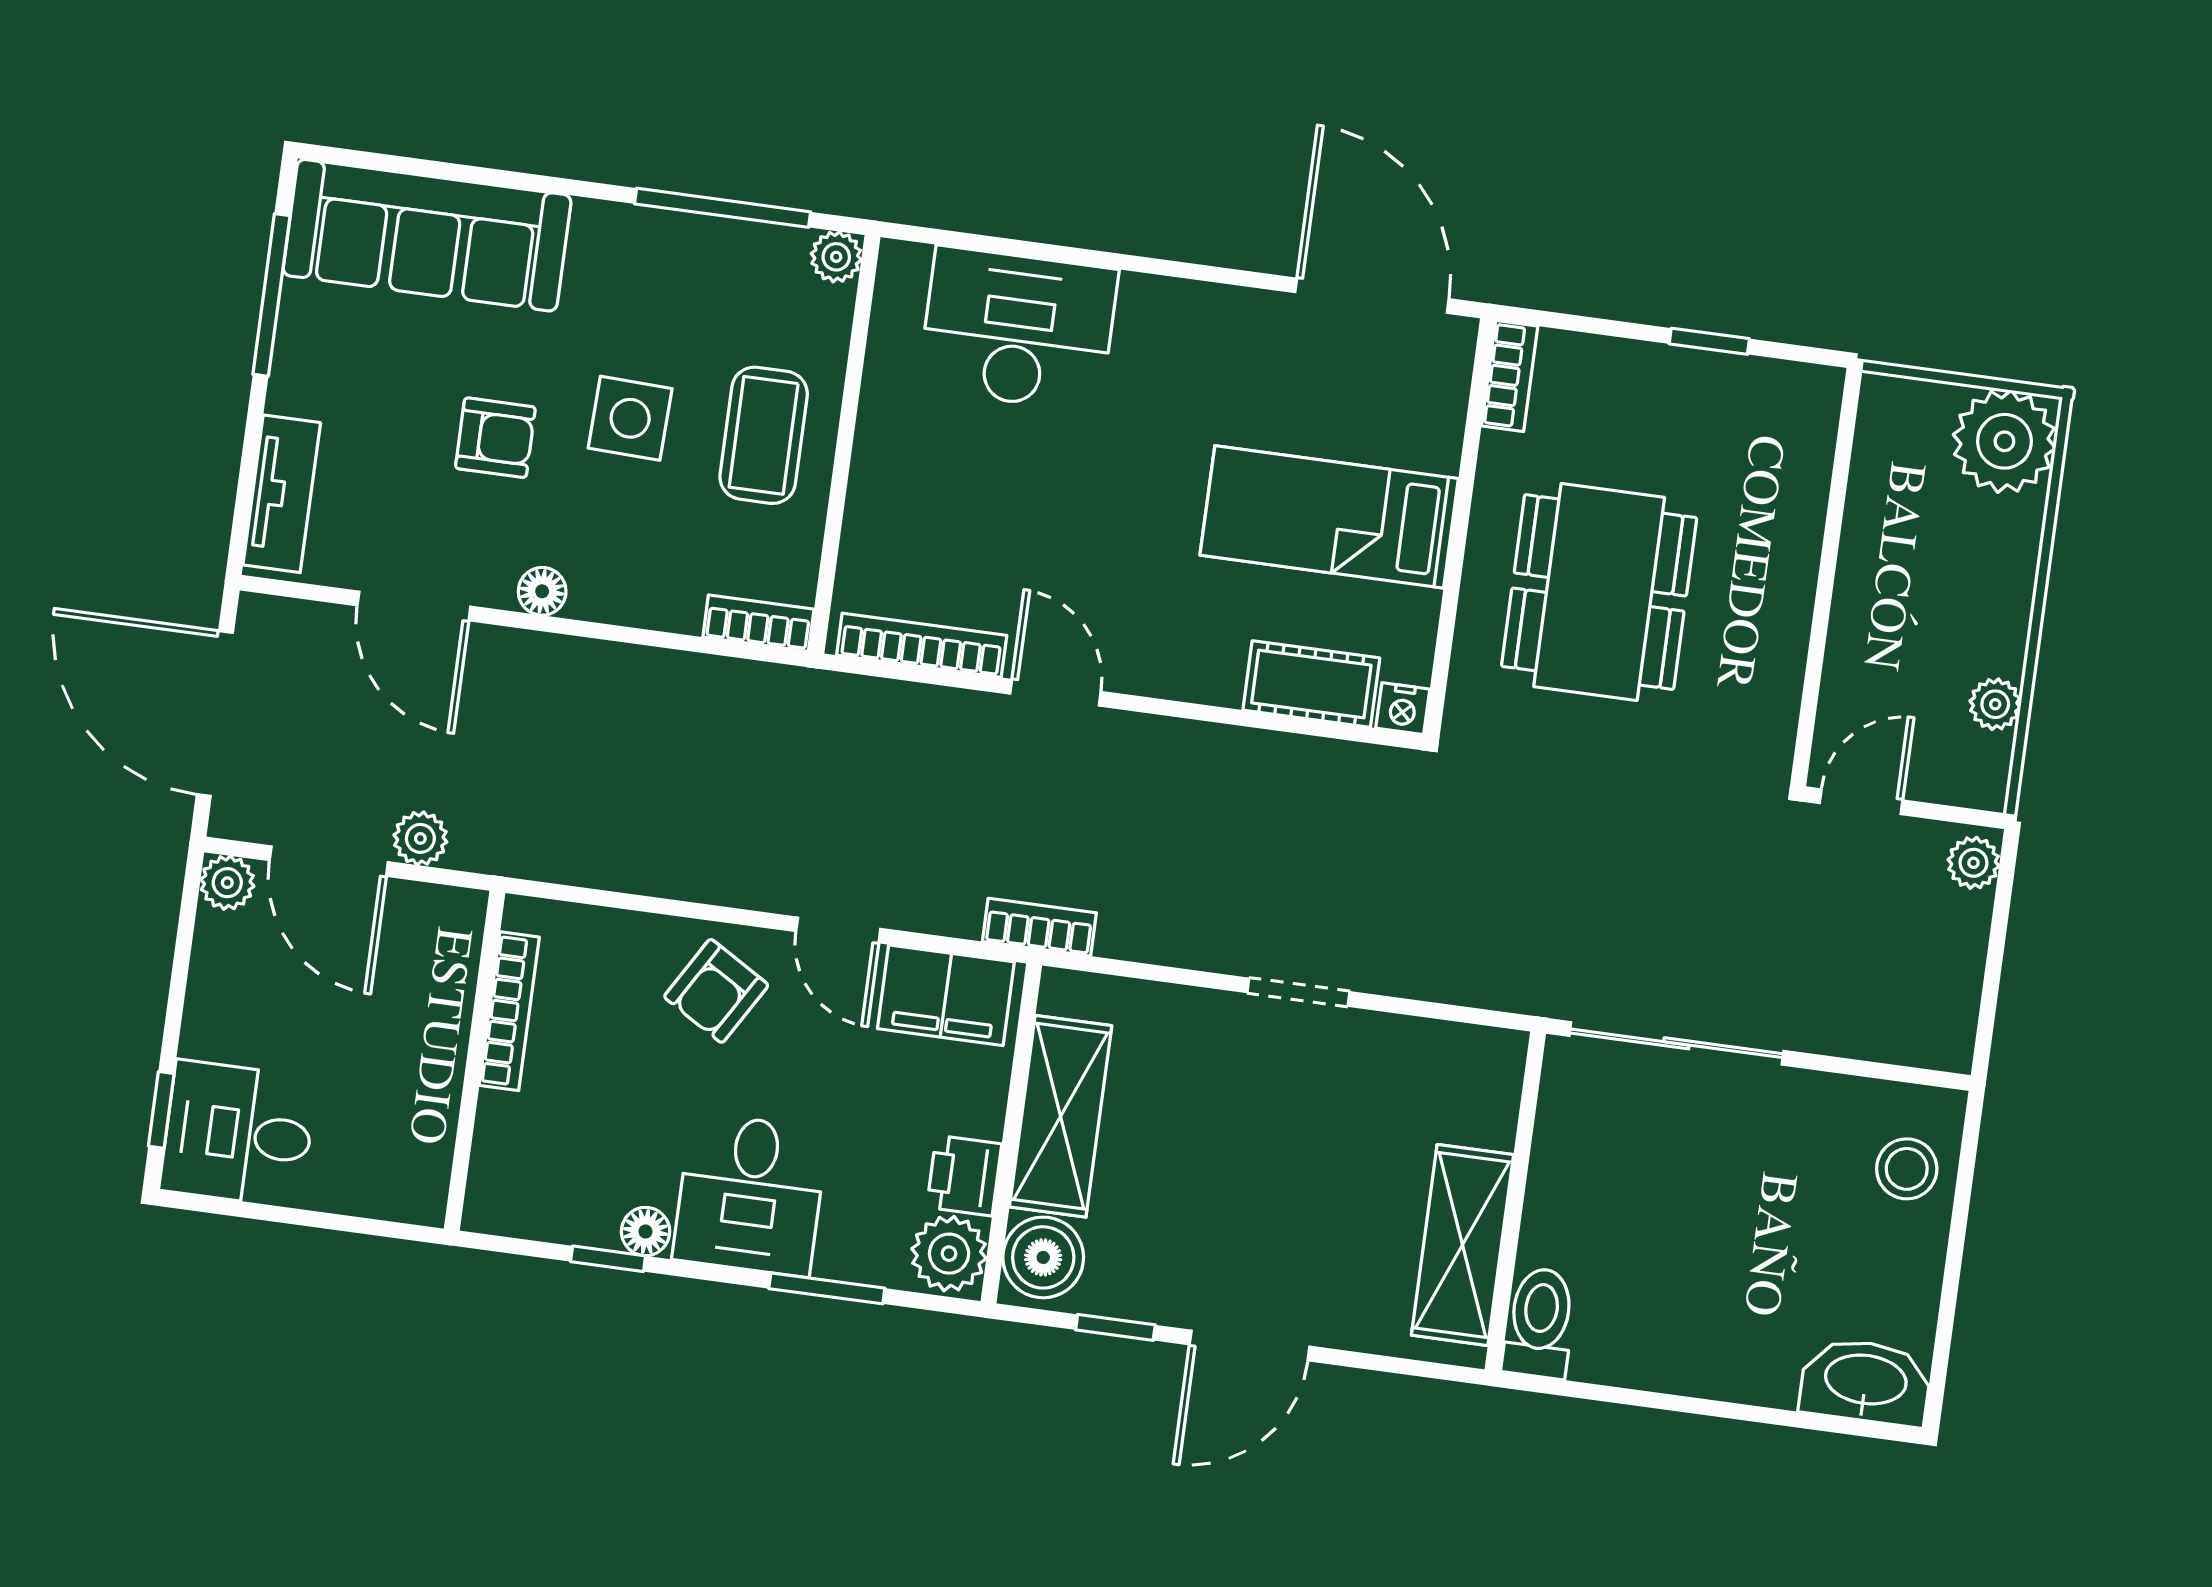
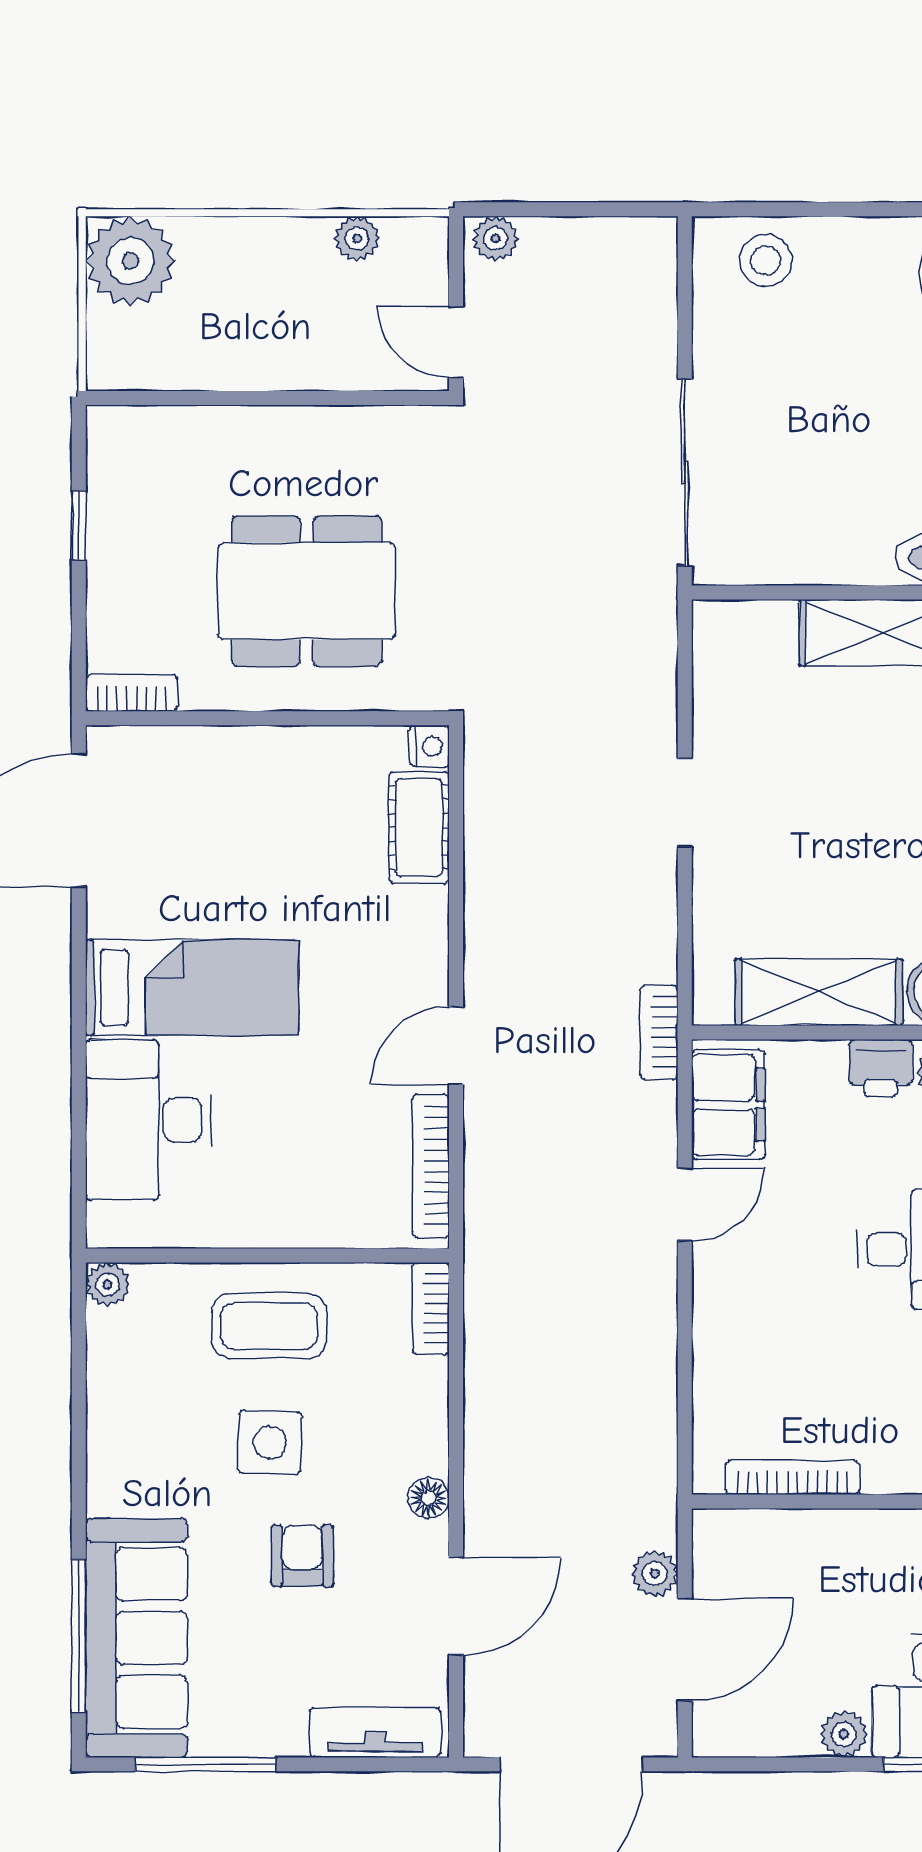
window: (723, 208) -> (79, 1636), moved
bed: (1329, 517) -> (192, 988), moved, turned -90
plant: (227, 883) -> (844, 1734), moved
armchair: (716, 991) -> (751, 1302), removed

